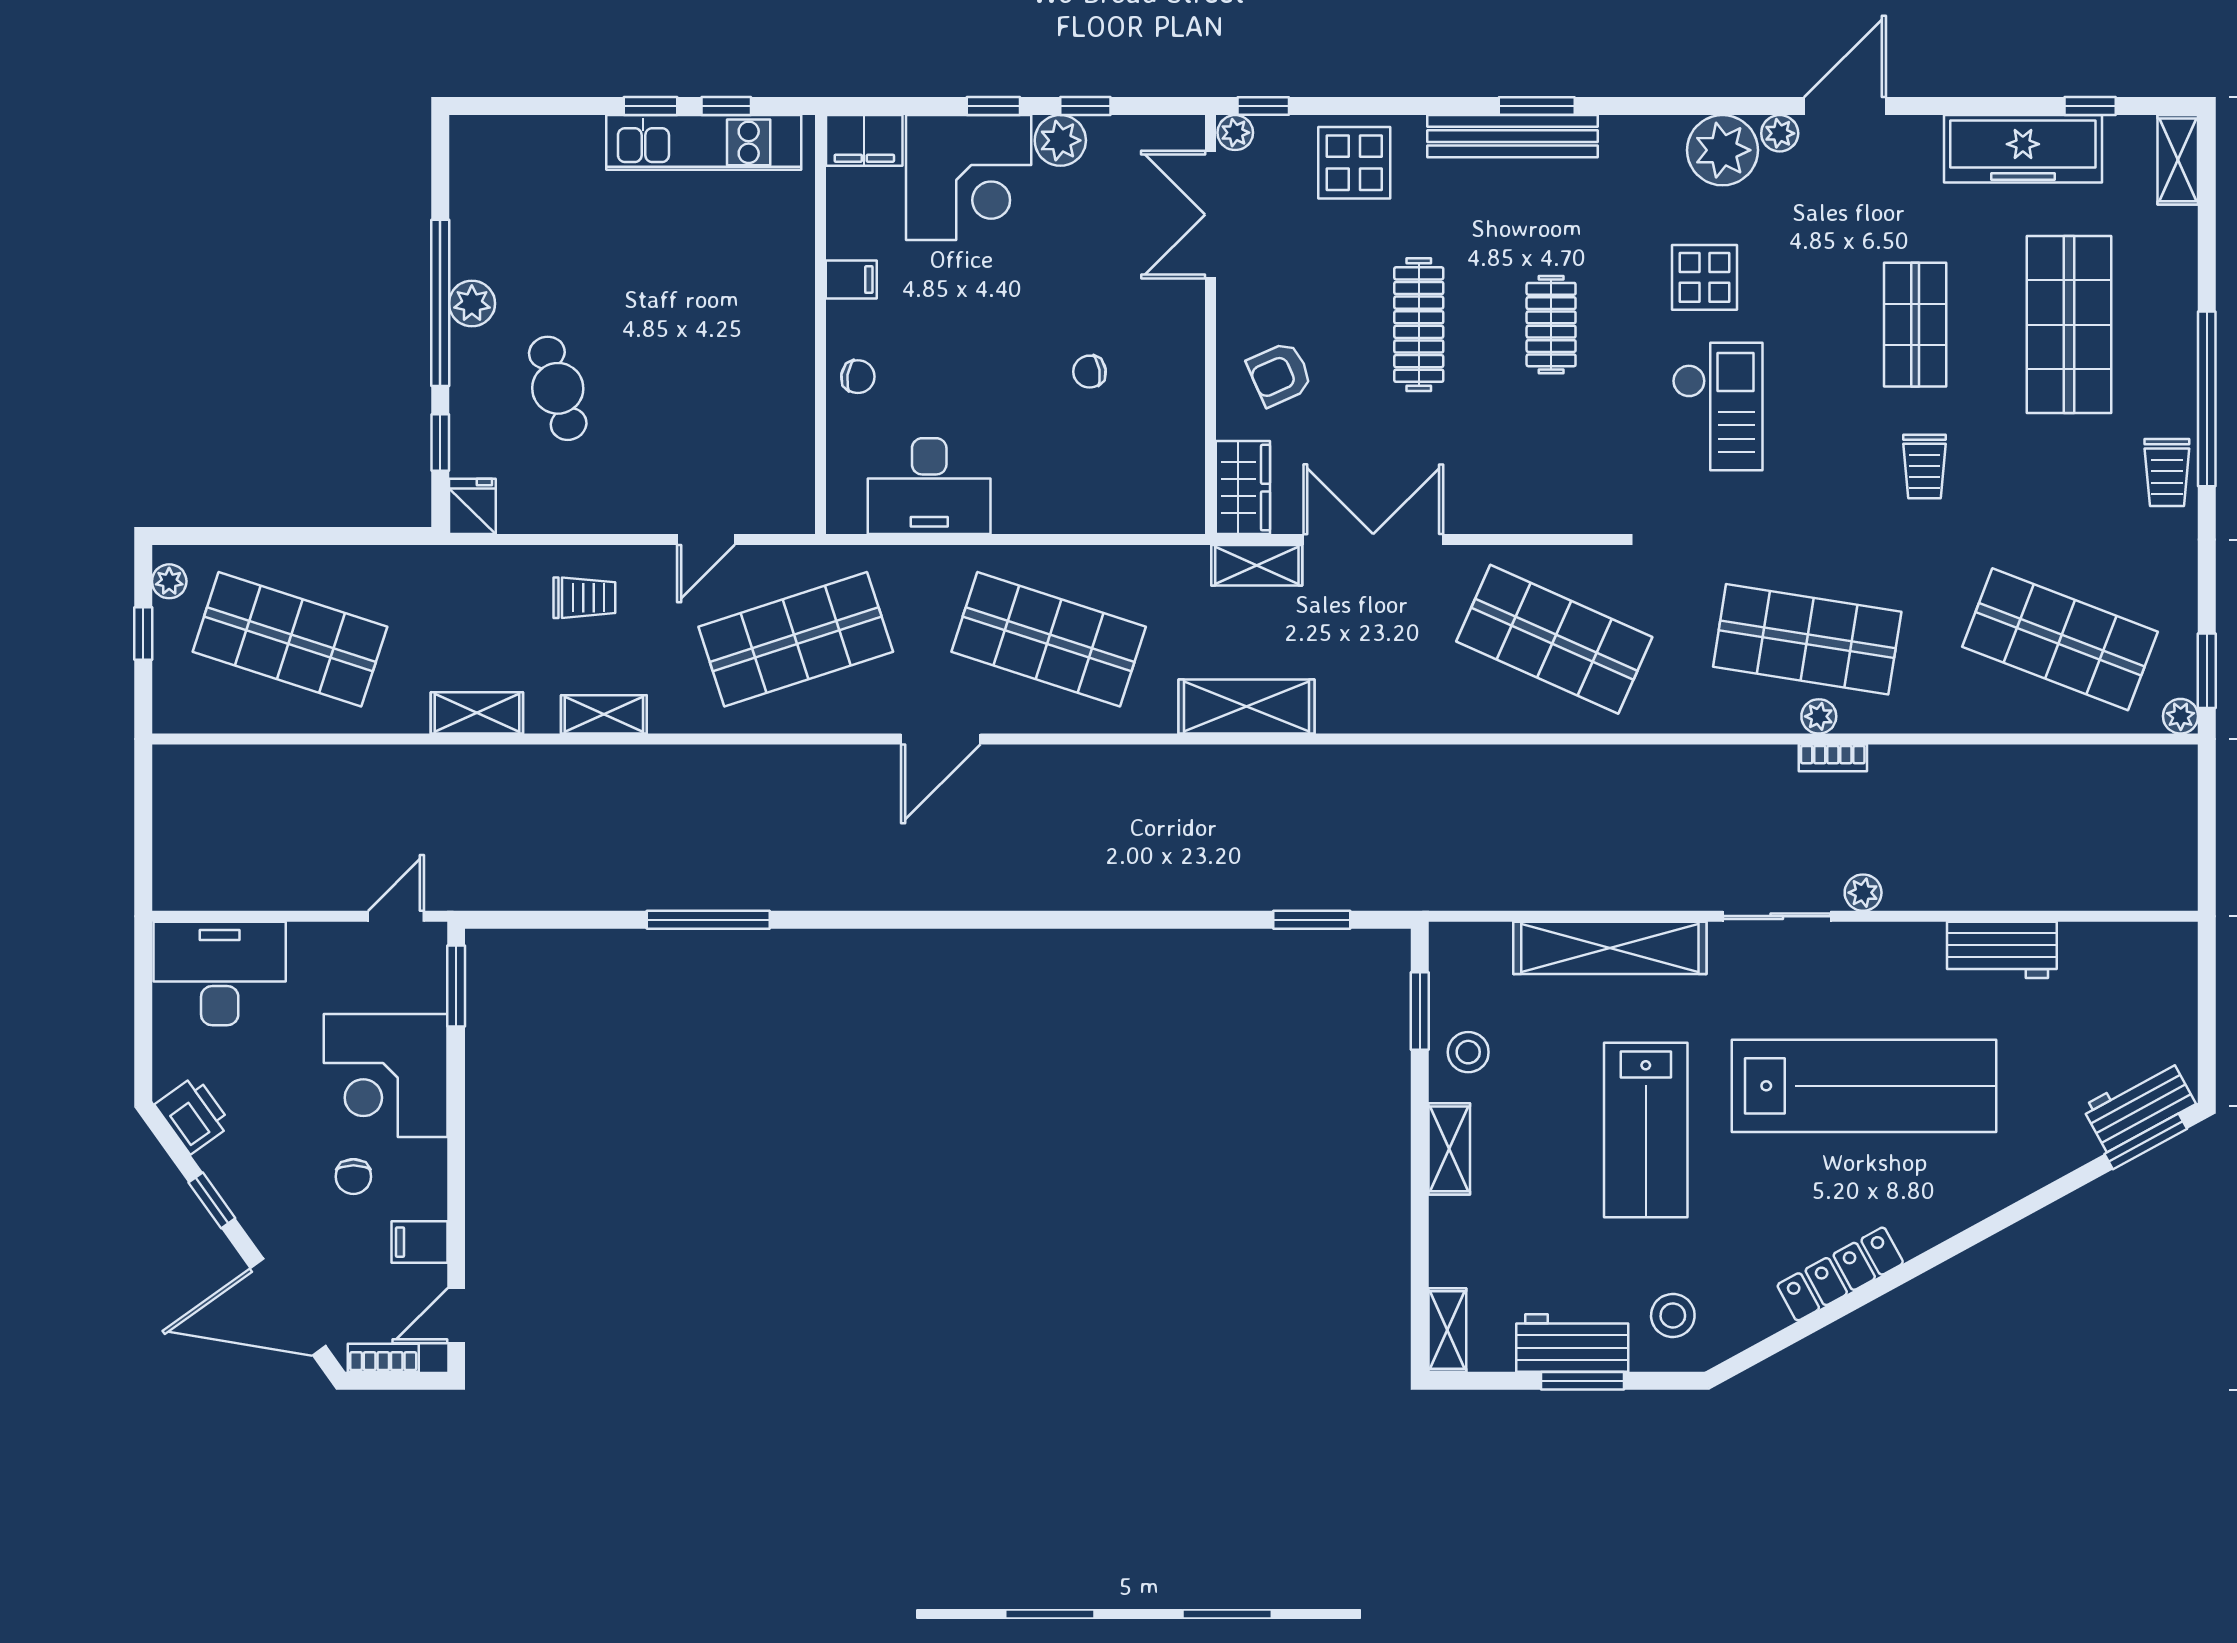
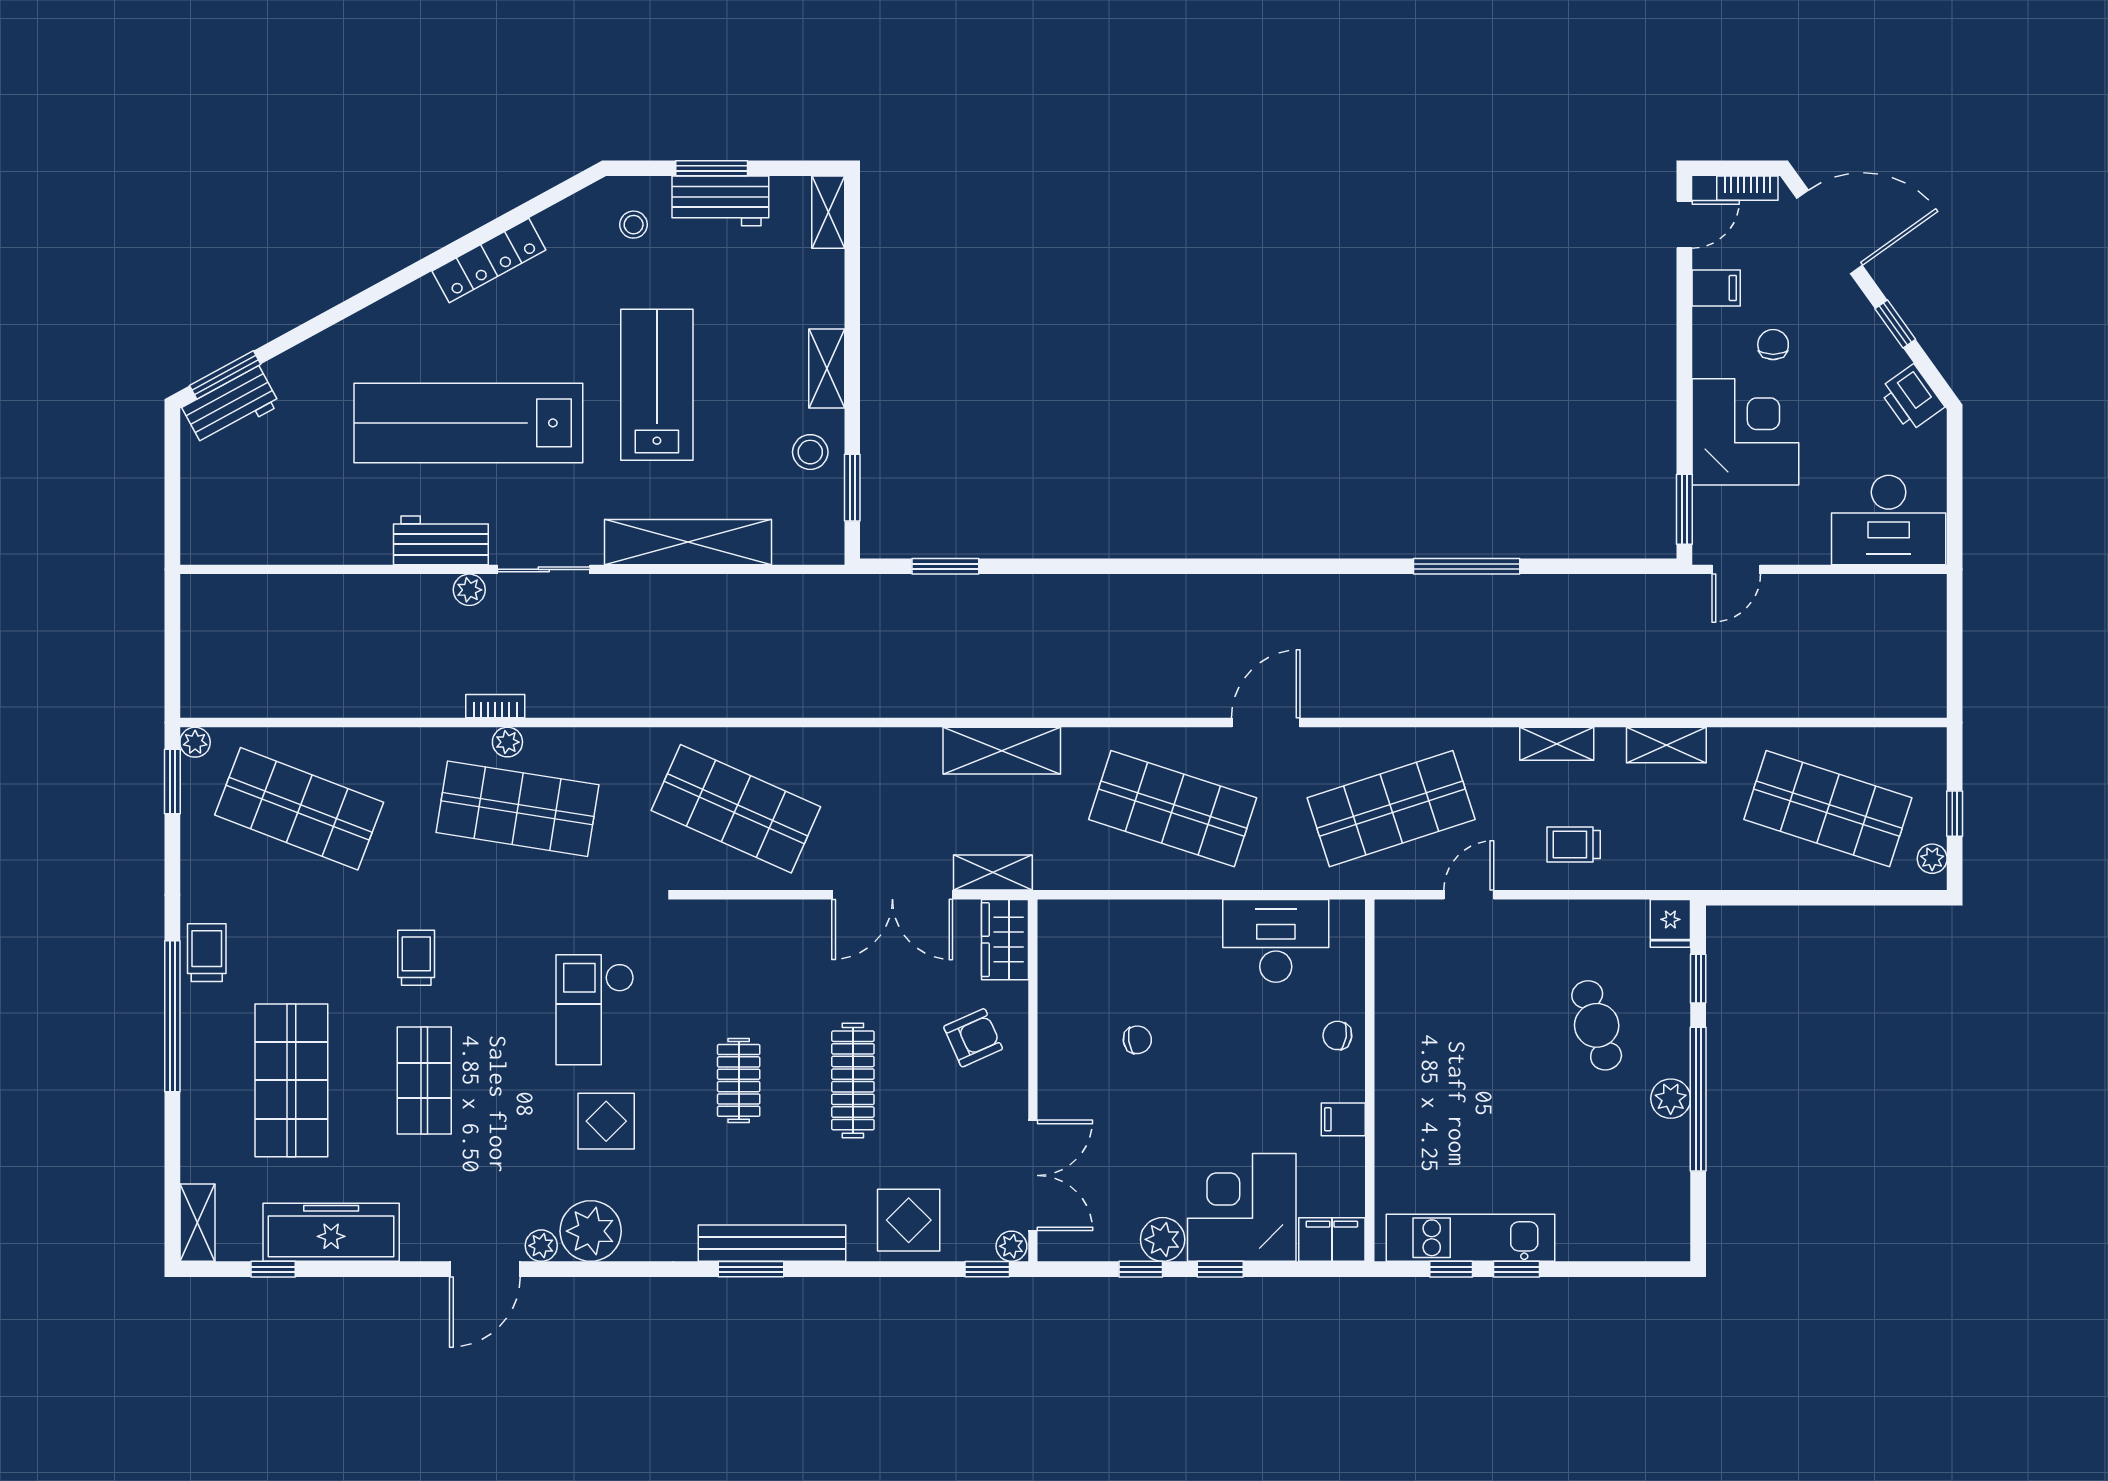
workbench: (2002, 950) -> (441, 540), moved
stool: (1673, 1315) -> (634, 225), width x0.73, depth x0.73

